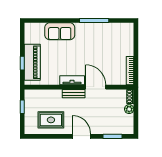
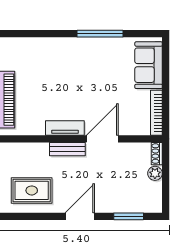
sofa: (60, 31) -> (149, 65), moved, turned 90
door: (96, 87) -> (102, 139), hinge flipped
door: (81, 136) -> (80, 216), hinge flipped

